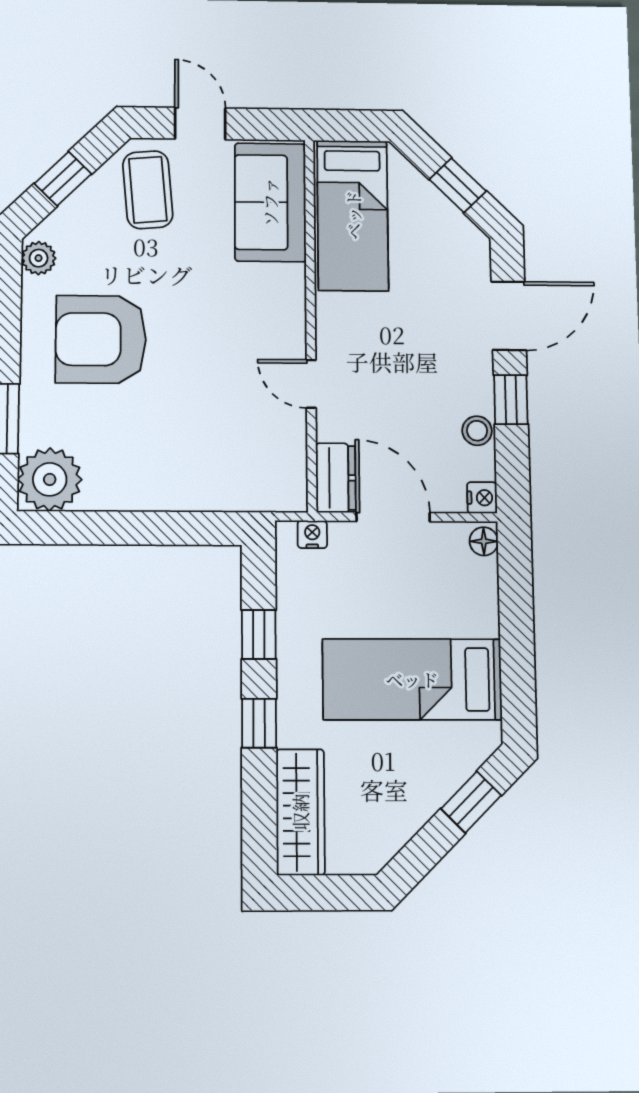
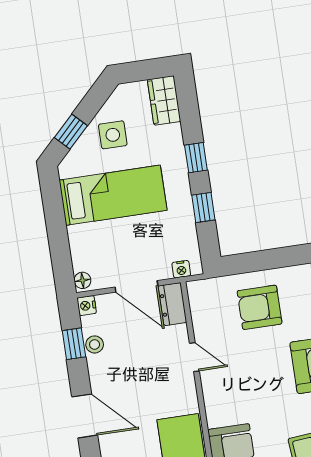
door: (509, 316) -> (85, 416), swing flipped
window: (511, 400) -> (74, 344), moved
armchair: (188, 450) -> (260, 307), added
side table: (399, 785) -> (113, 135), added
wardrobe: (300, 812) -> (164, 100), width x0.67

